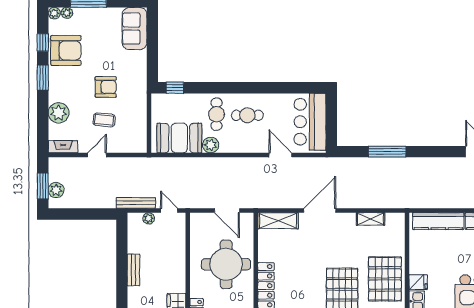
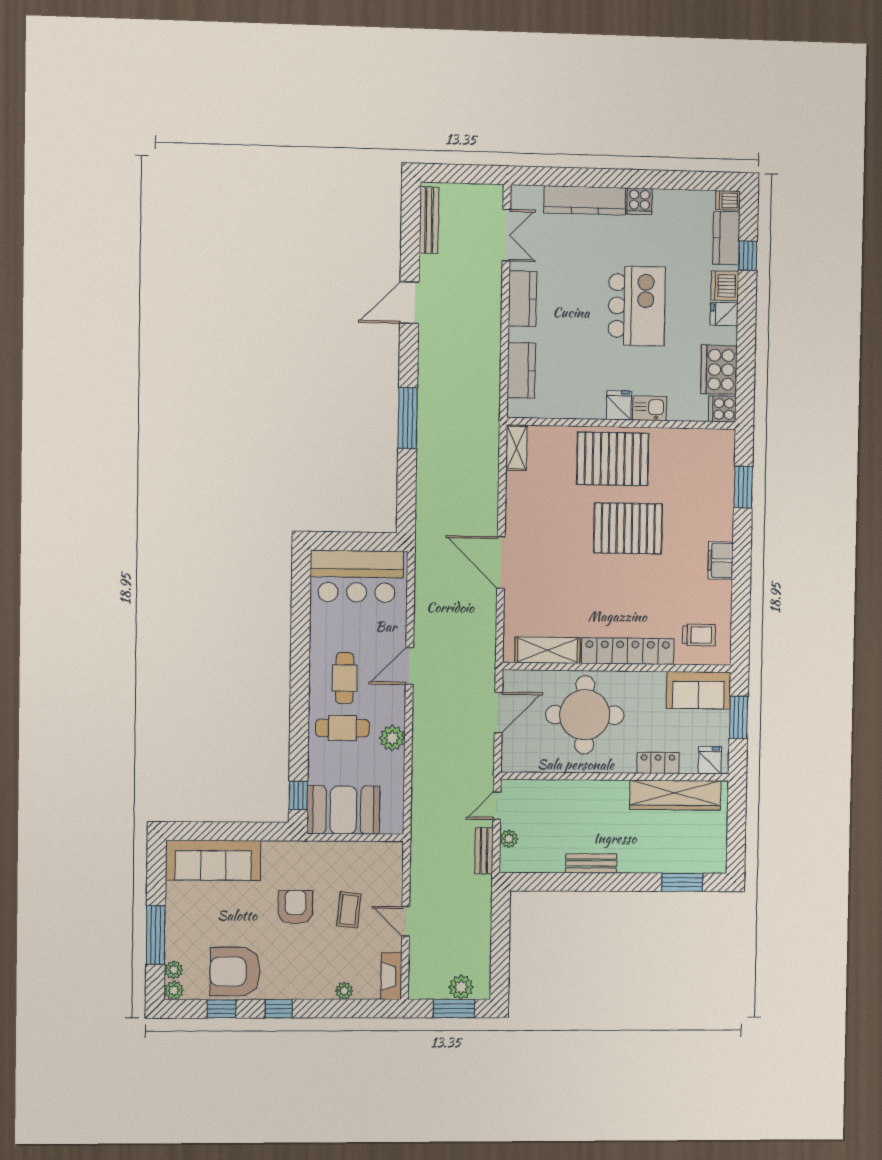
sofa: (135, 29) -> (213, 860), width x1.36
armchair: (66, 50) -> (235, 972), turned -90
window: (43, 78) -> (279, 1009), width x0.67
plant: (59, 113) -> (344, 991), width x0.53, depth x0.53
booth: (179, 138) -> (343, 810), moved, turned 90
window: (387, 152) -> (408, 418), moved
door: (280, 155) -> (410, 666), moved
bench: (136, 203) -> (484, 851), width x0.73
shelving: (371, 219) -> (516, 448), moved
shelving: (278, 221) -> (547, 650), moved, turned 90
kitchen counter: (438, 221) -> (521, 370), width x0.67

